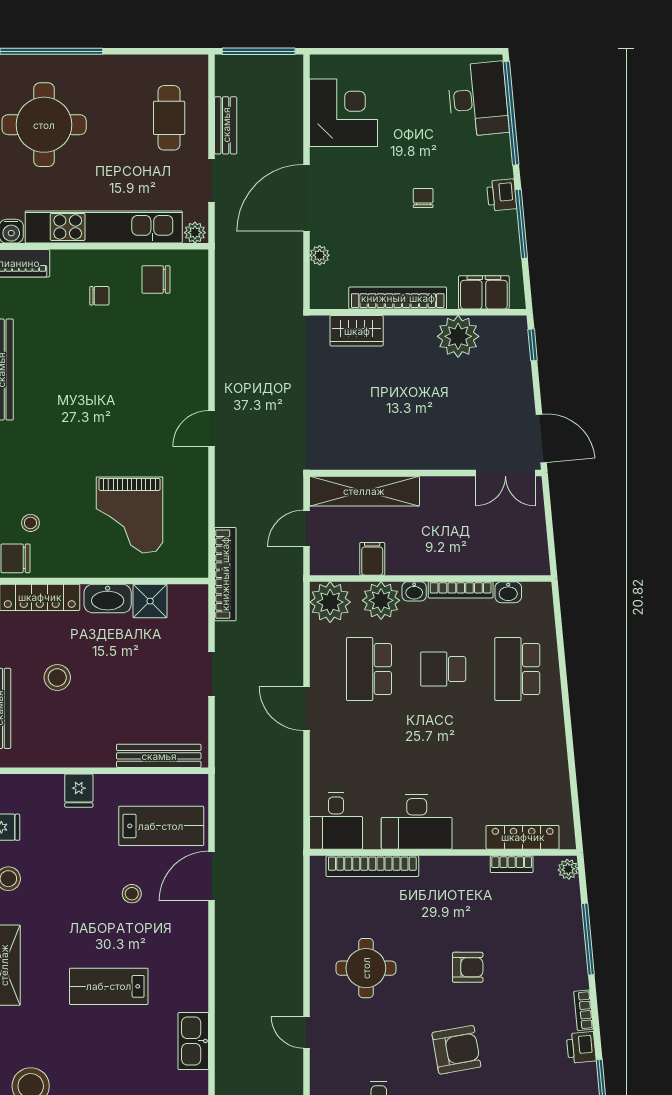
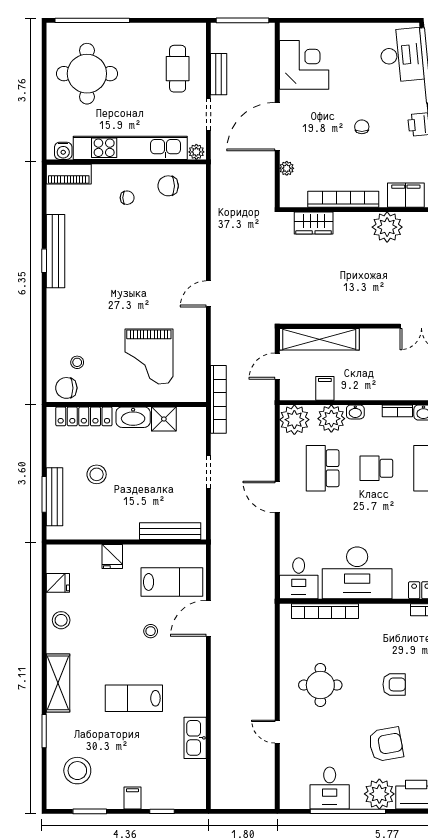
bookcase: (461, 590) -> (397, 411), width x0.64
desk: (417, 822) -> (357, 573), width x1.36, depth x1.30

